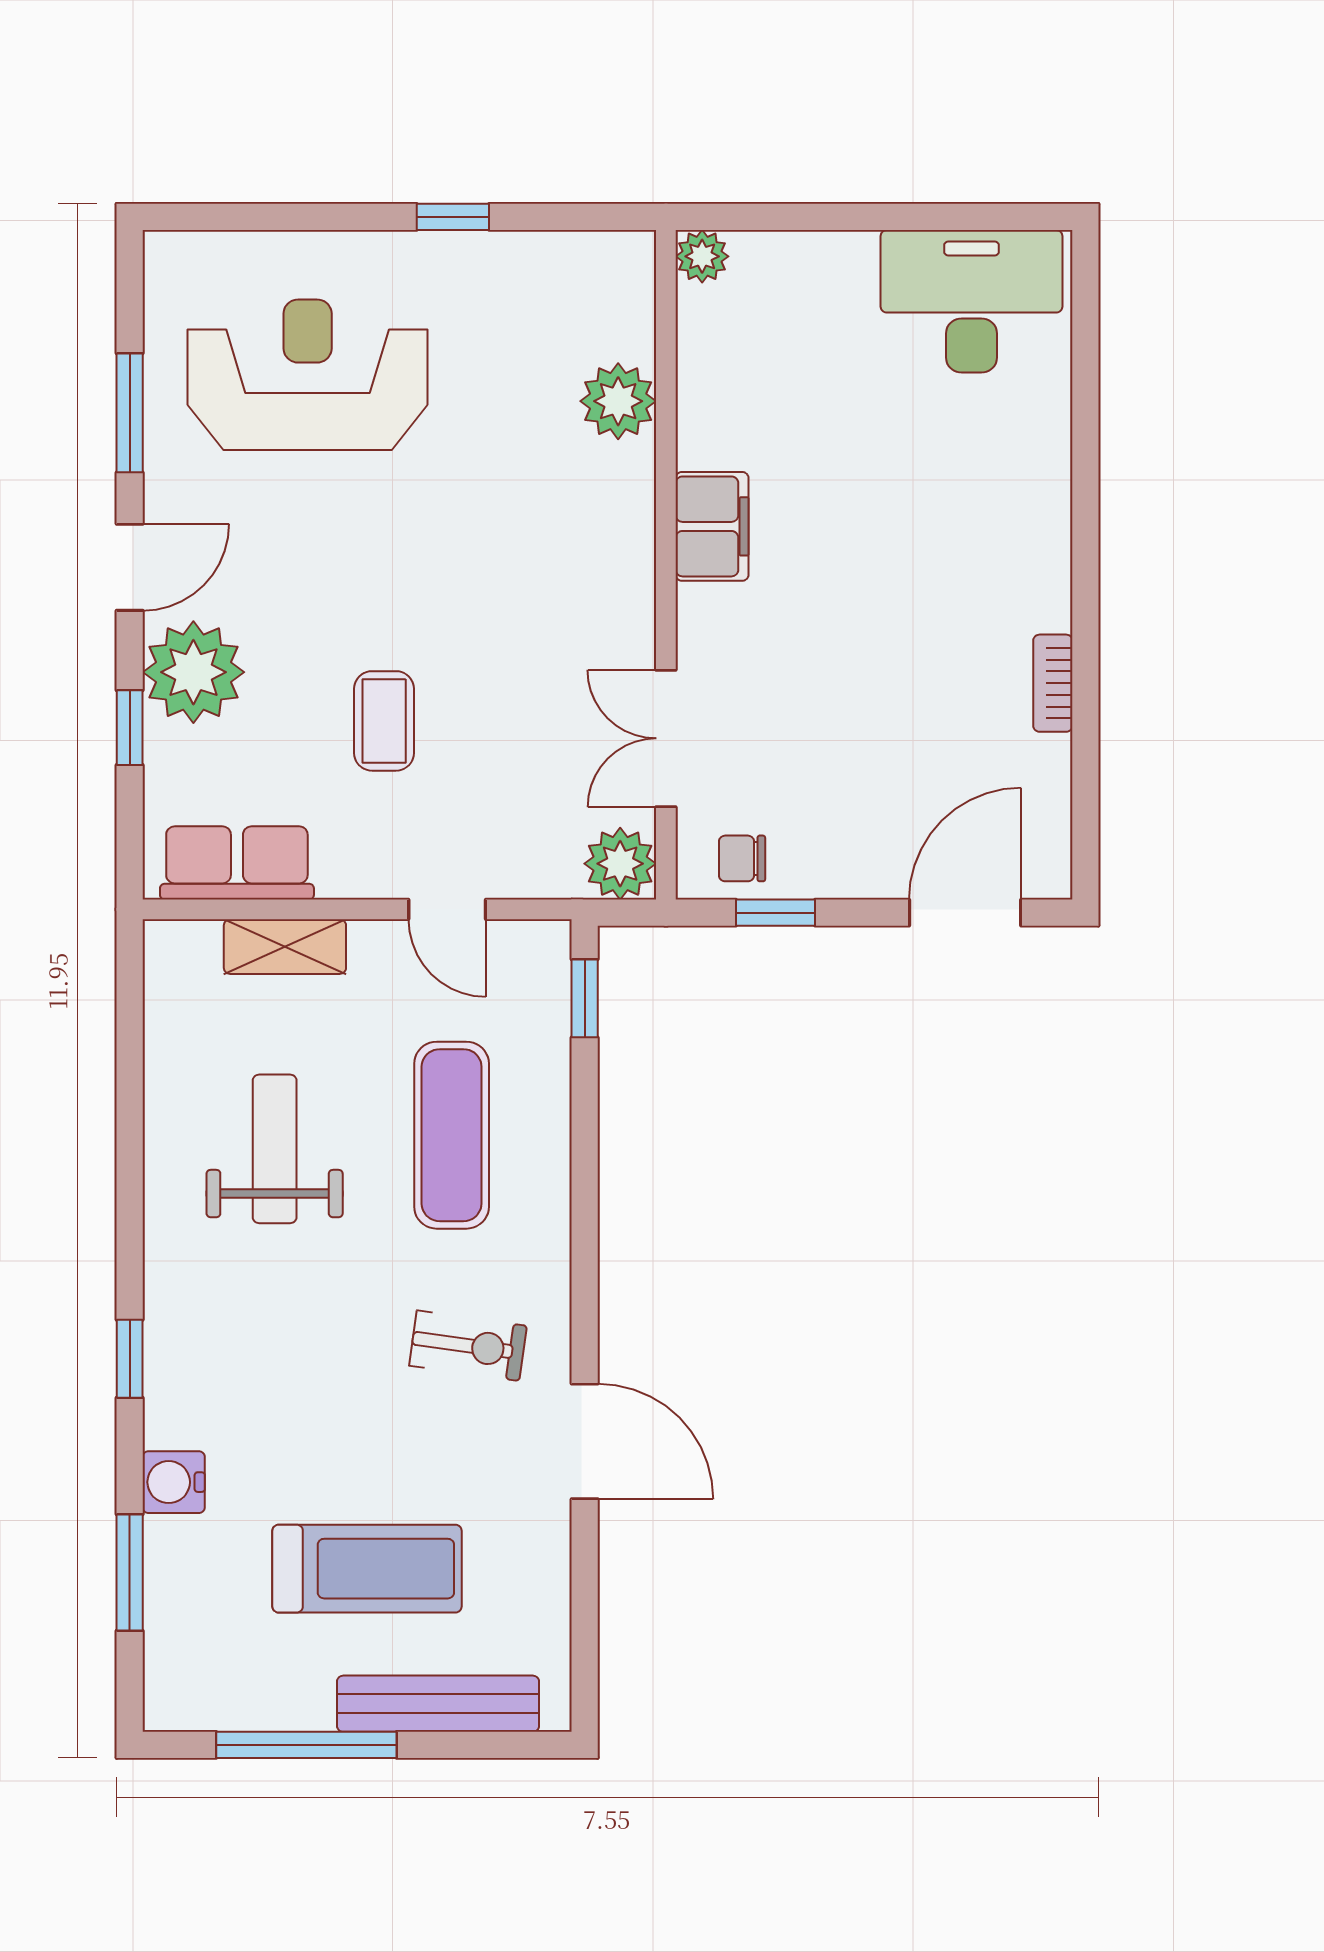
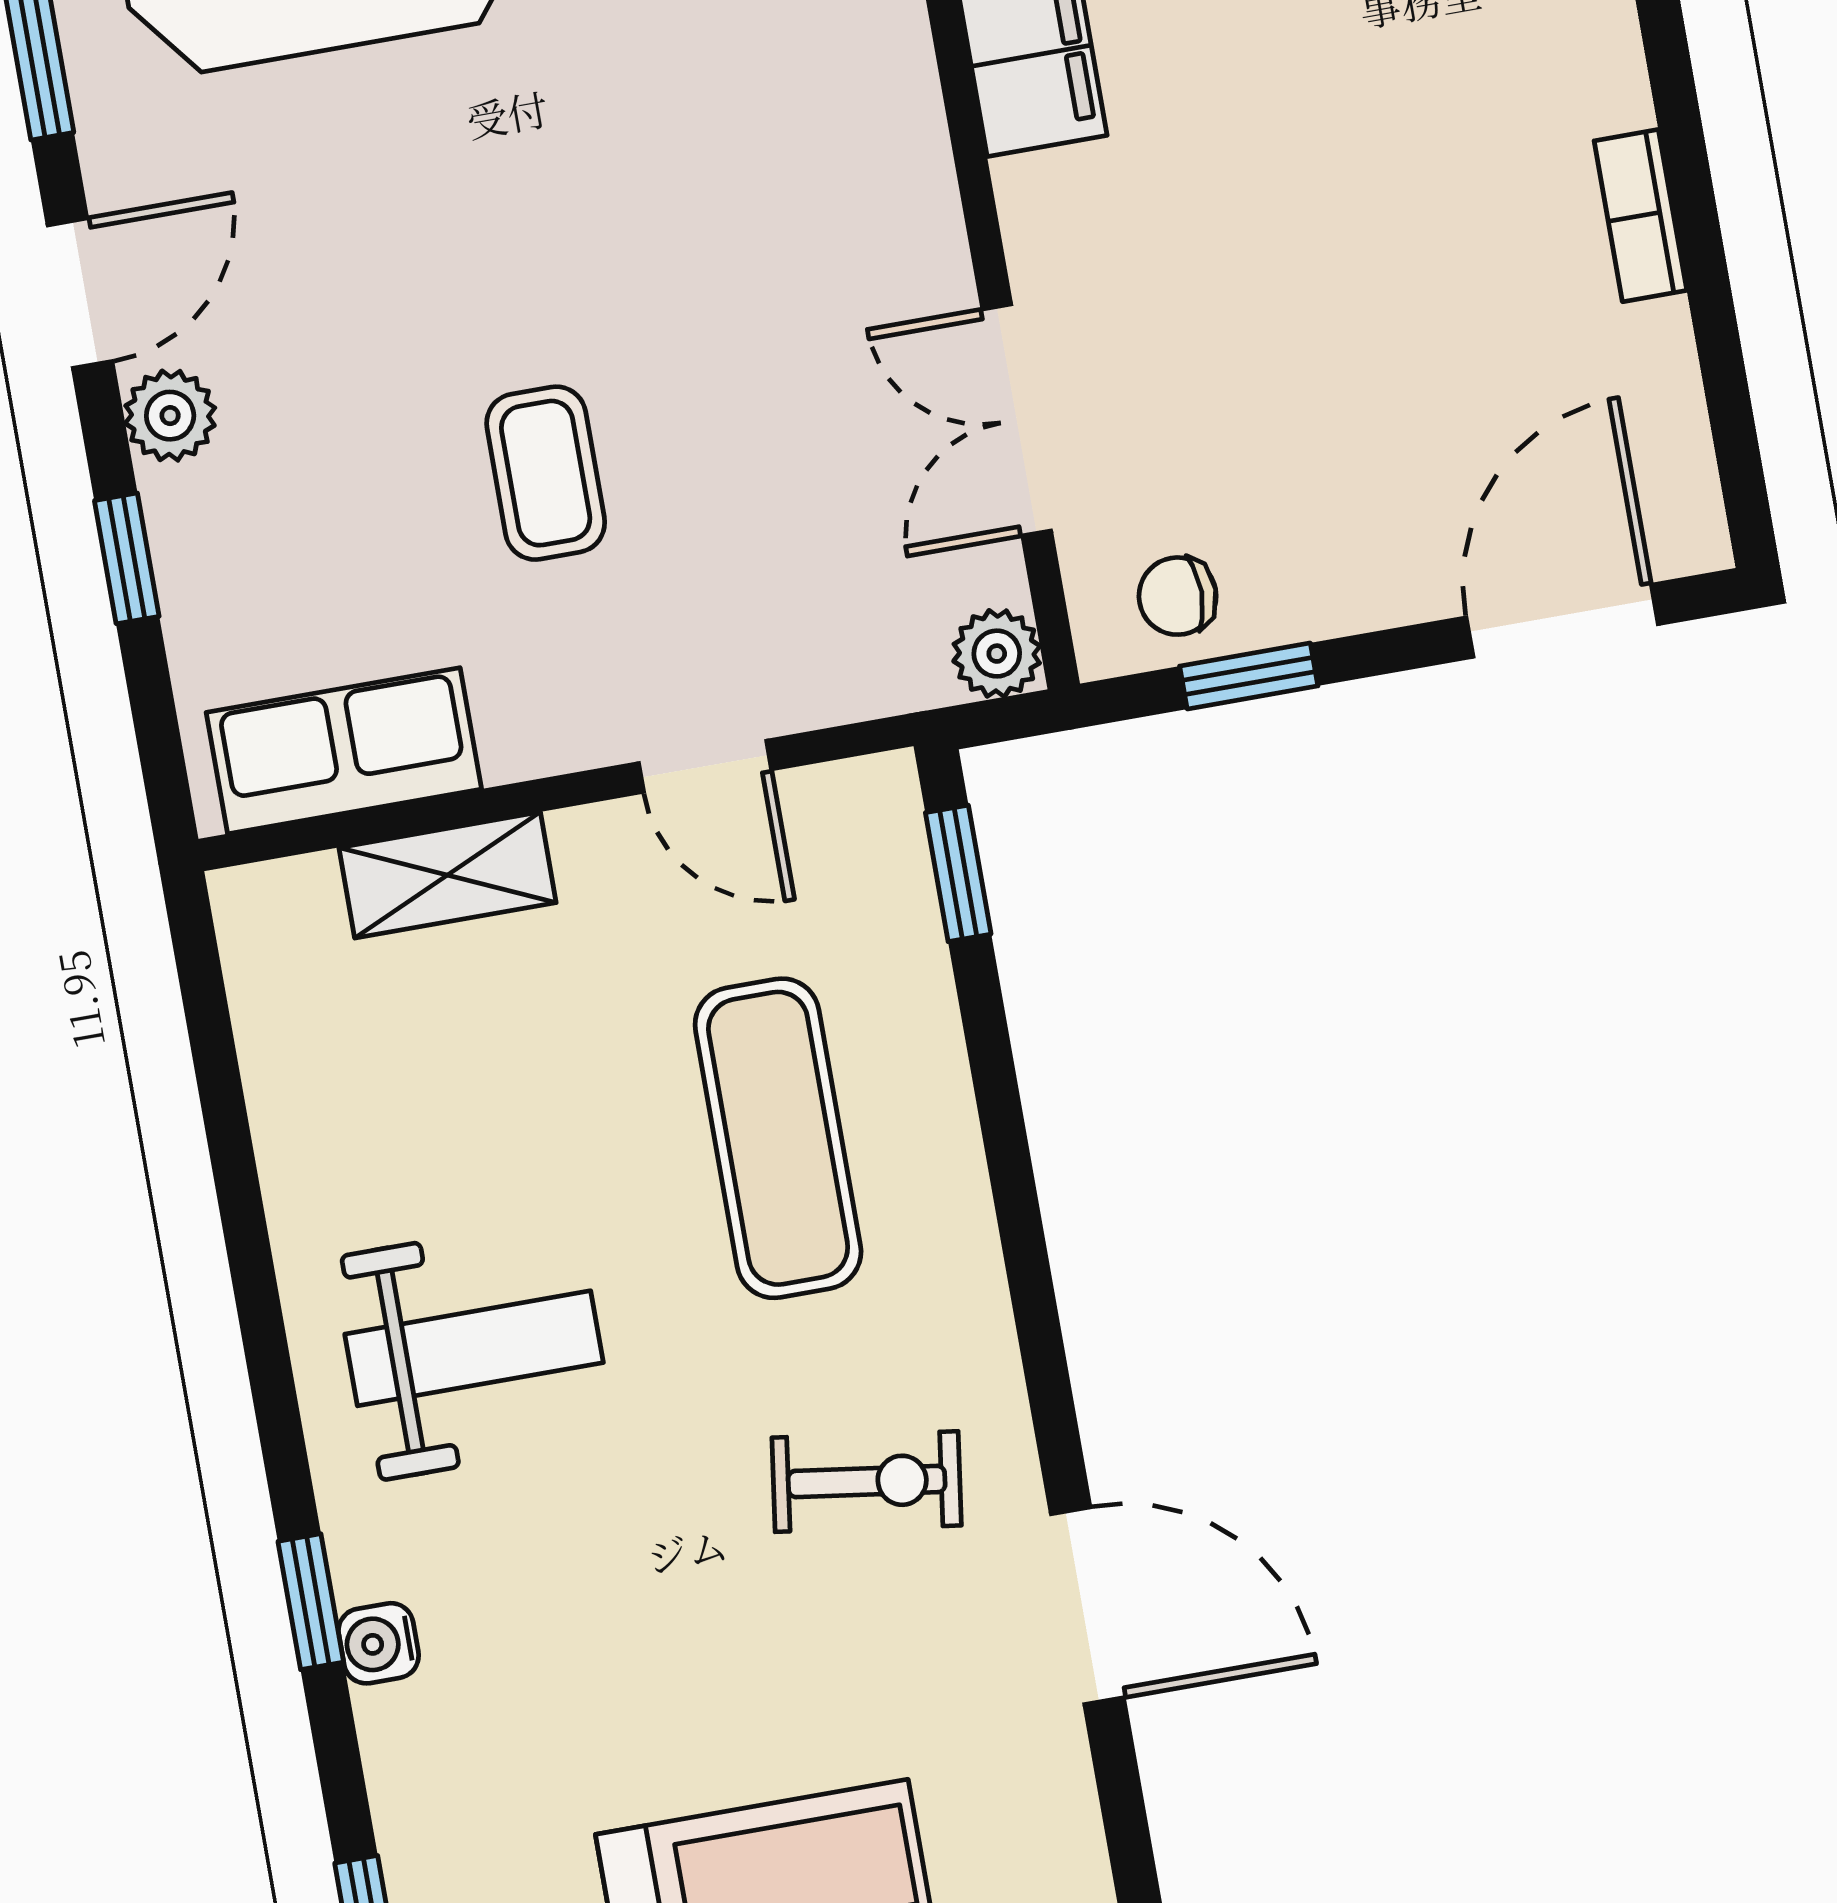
plant: (193, 672) -> (170, 416), width x0.53, depth x0.53
plant: (620, 864) -> (997, 654), width x0.73, depth x0.73
weight bench: (275, 1149) -> (474, 1348), moved, turned 90
water cooler: (174, 1482) -> (379, 1643), moved, width x0.72, depth x0.72

